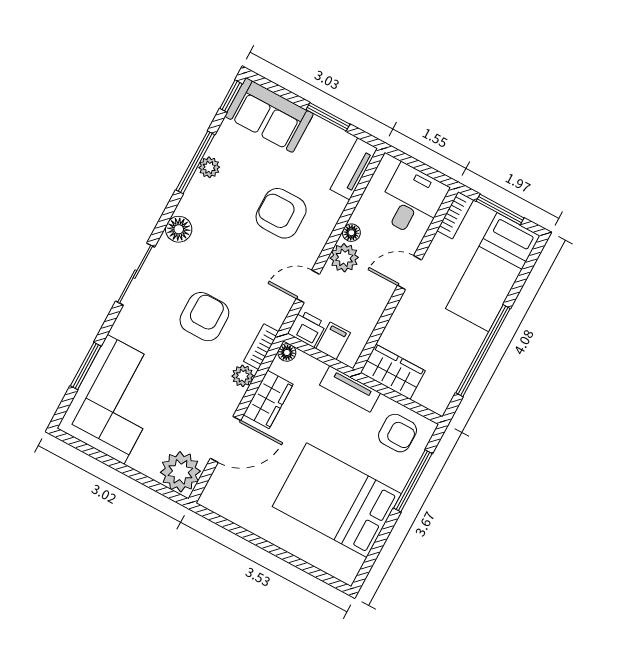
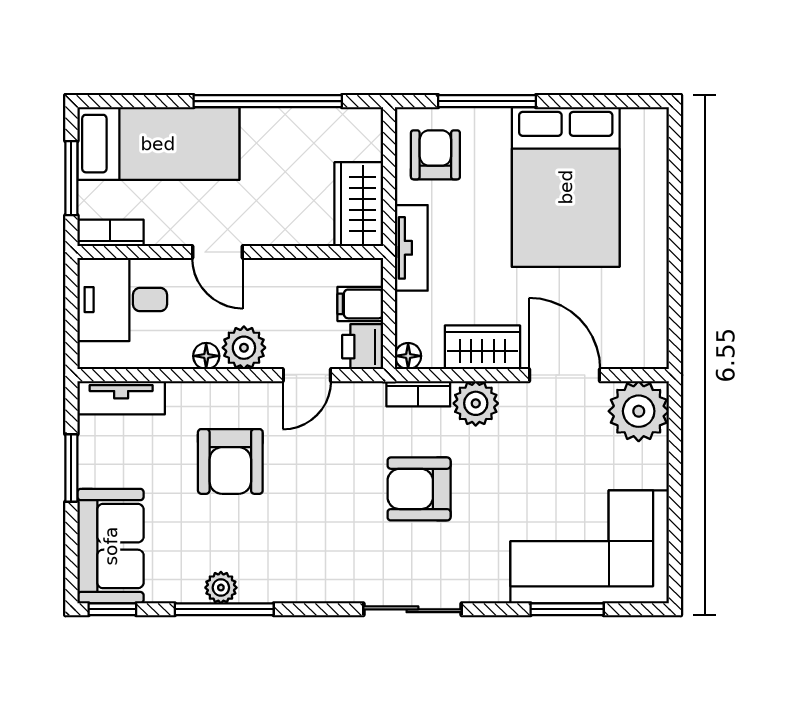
floor lamp: (179, 229) -> (323, 584), removed
door: (308, 286) -> (307, 375), hinge flipped
plant: (243, 376) -> (476, 403), width x1.38, depth x1.38

